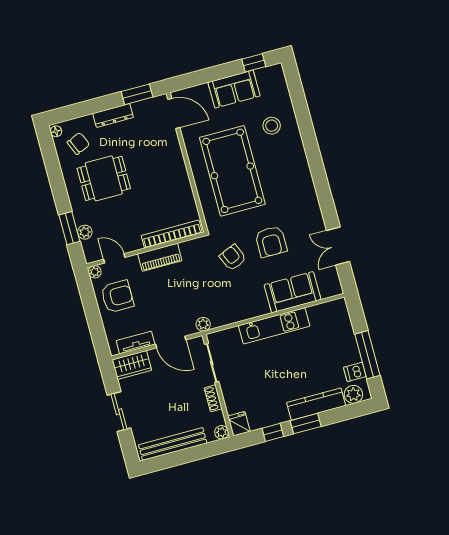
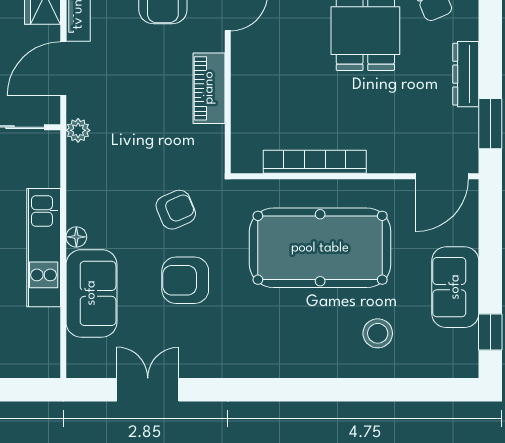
bookcase: (172, 234) -> (315, 162), moved, turned -90
floor lamp: (263, 309) -> (76, 237), added

